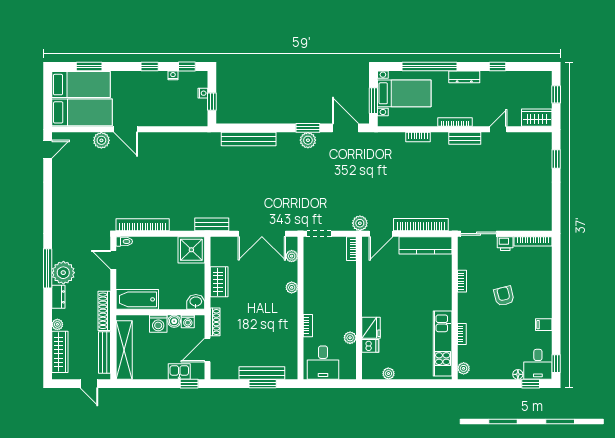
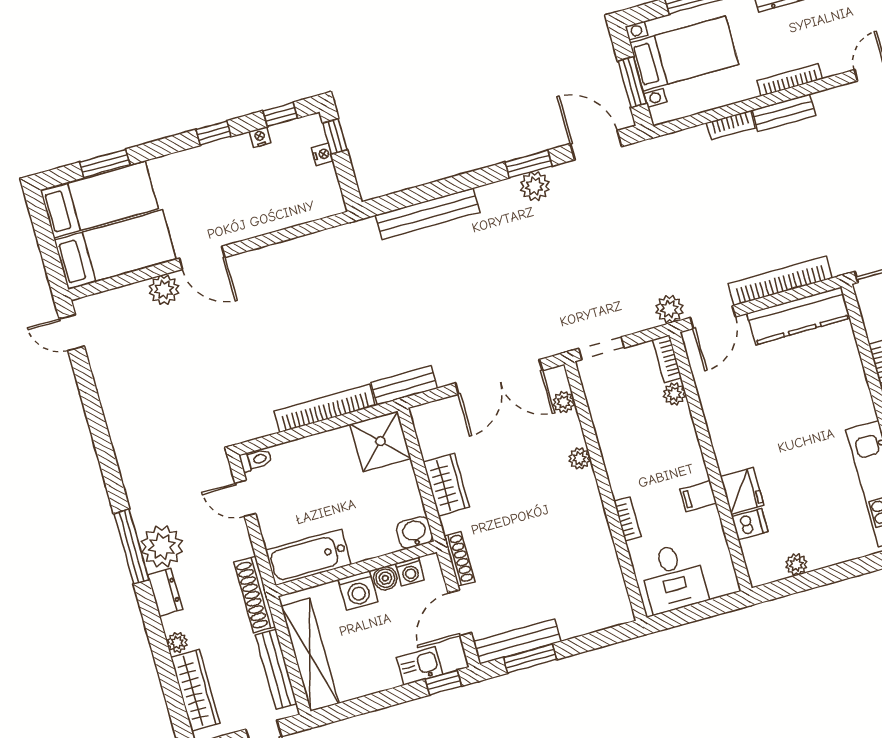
window: (212, 102) -> (335, 136), moved
bench: (465, 138) -> (784, 113), moved
door: (48, 149) -> (72, 333), swing flipped
bookcase: (143, 225) -> (325, 408), moved
filing cabinet: (348, 324) -> (698, 496), added
plant: (350, 338) -> (674, 394), moved
bench: (262, 373) -> (517, 641), moved
window: (263, 384) -> (530, 658), moved

